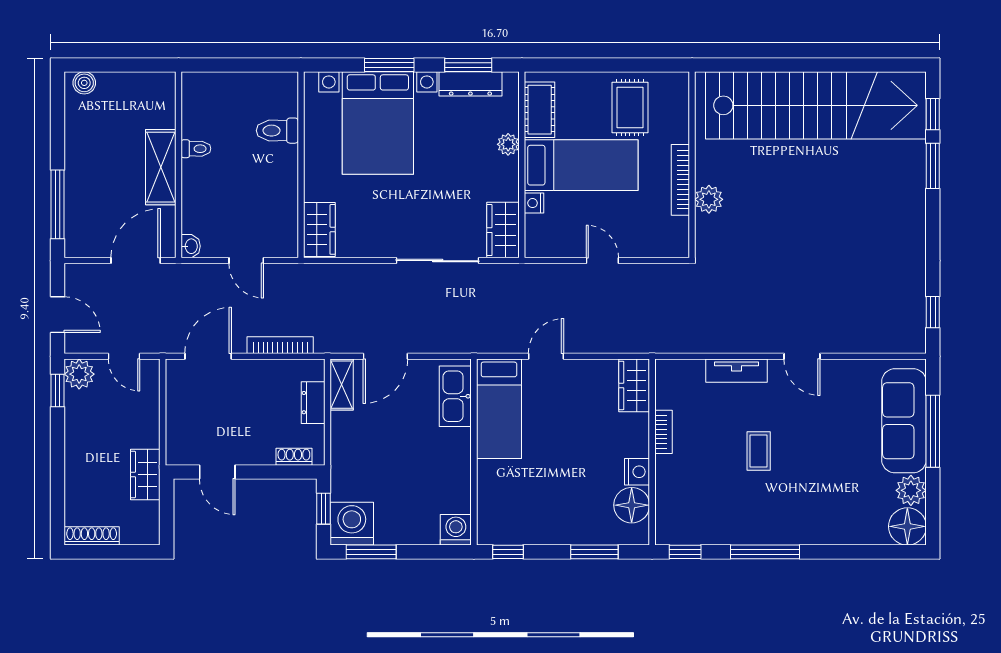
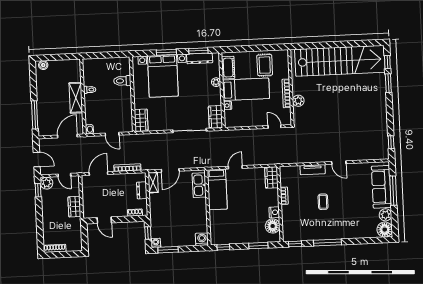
door: (602, 261) -> (274, 127), moved
wardrobe: (145, 475) -> (74, 207), moved
washing machine: (352, 524) -> (156, 243), width x0.53, depth x0.53

